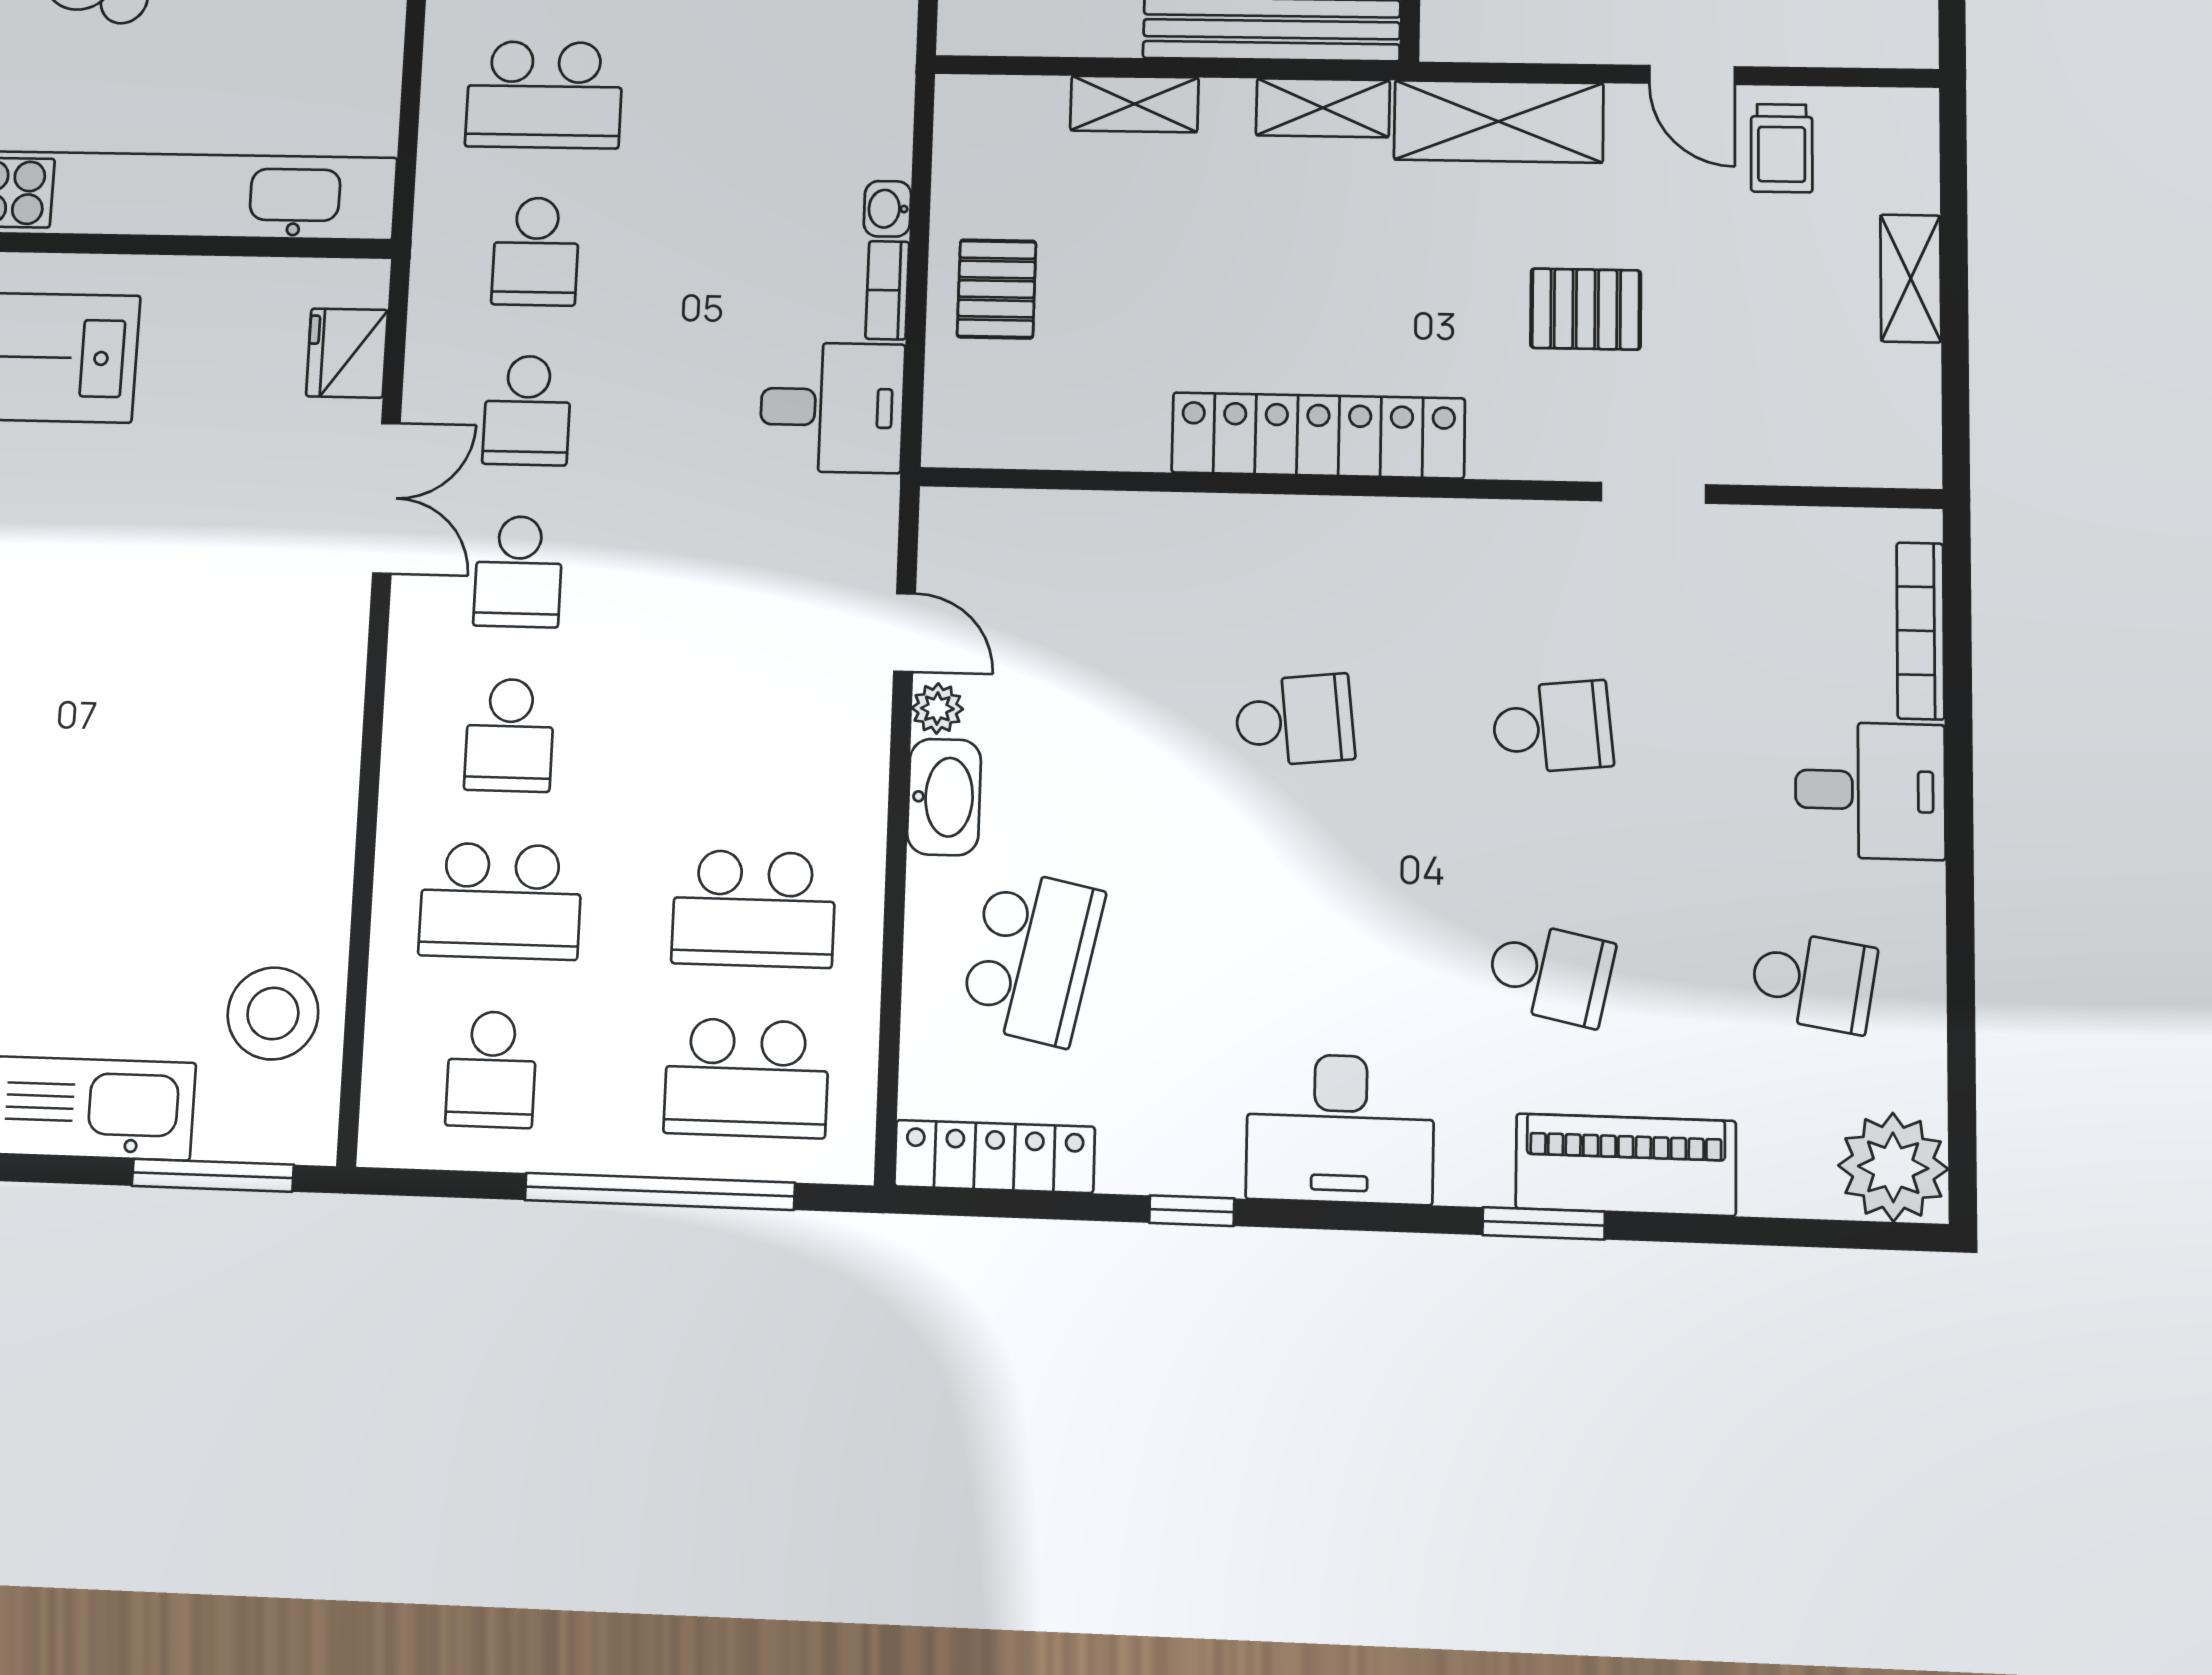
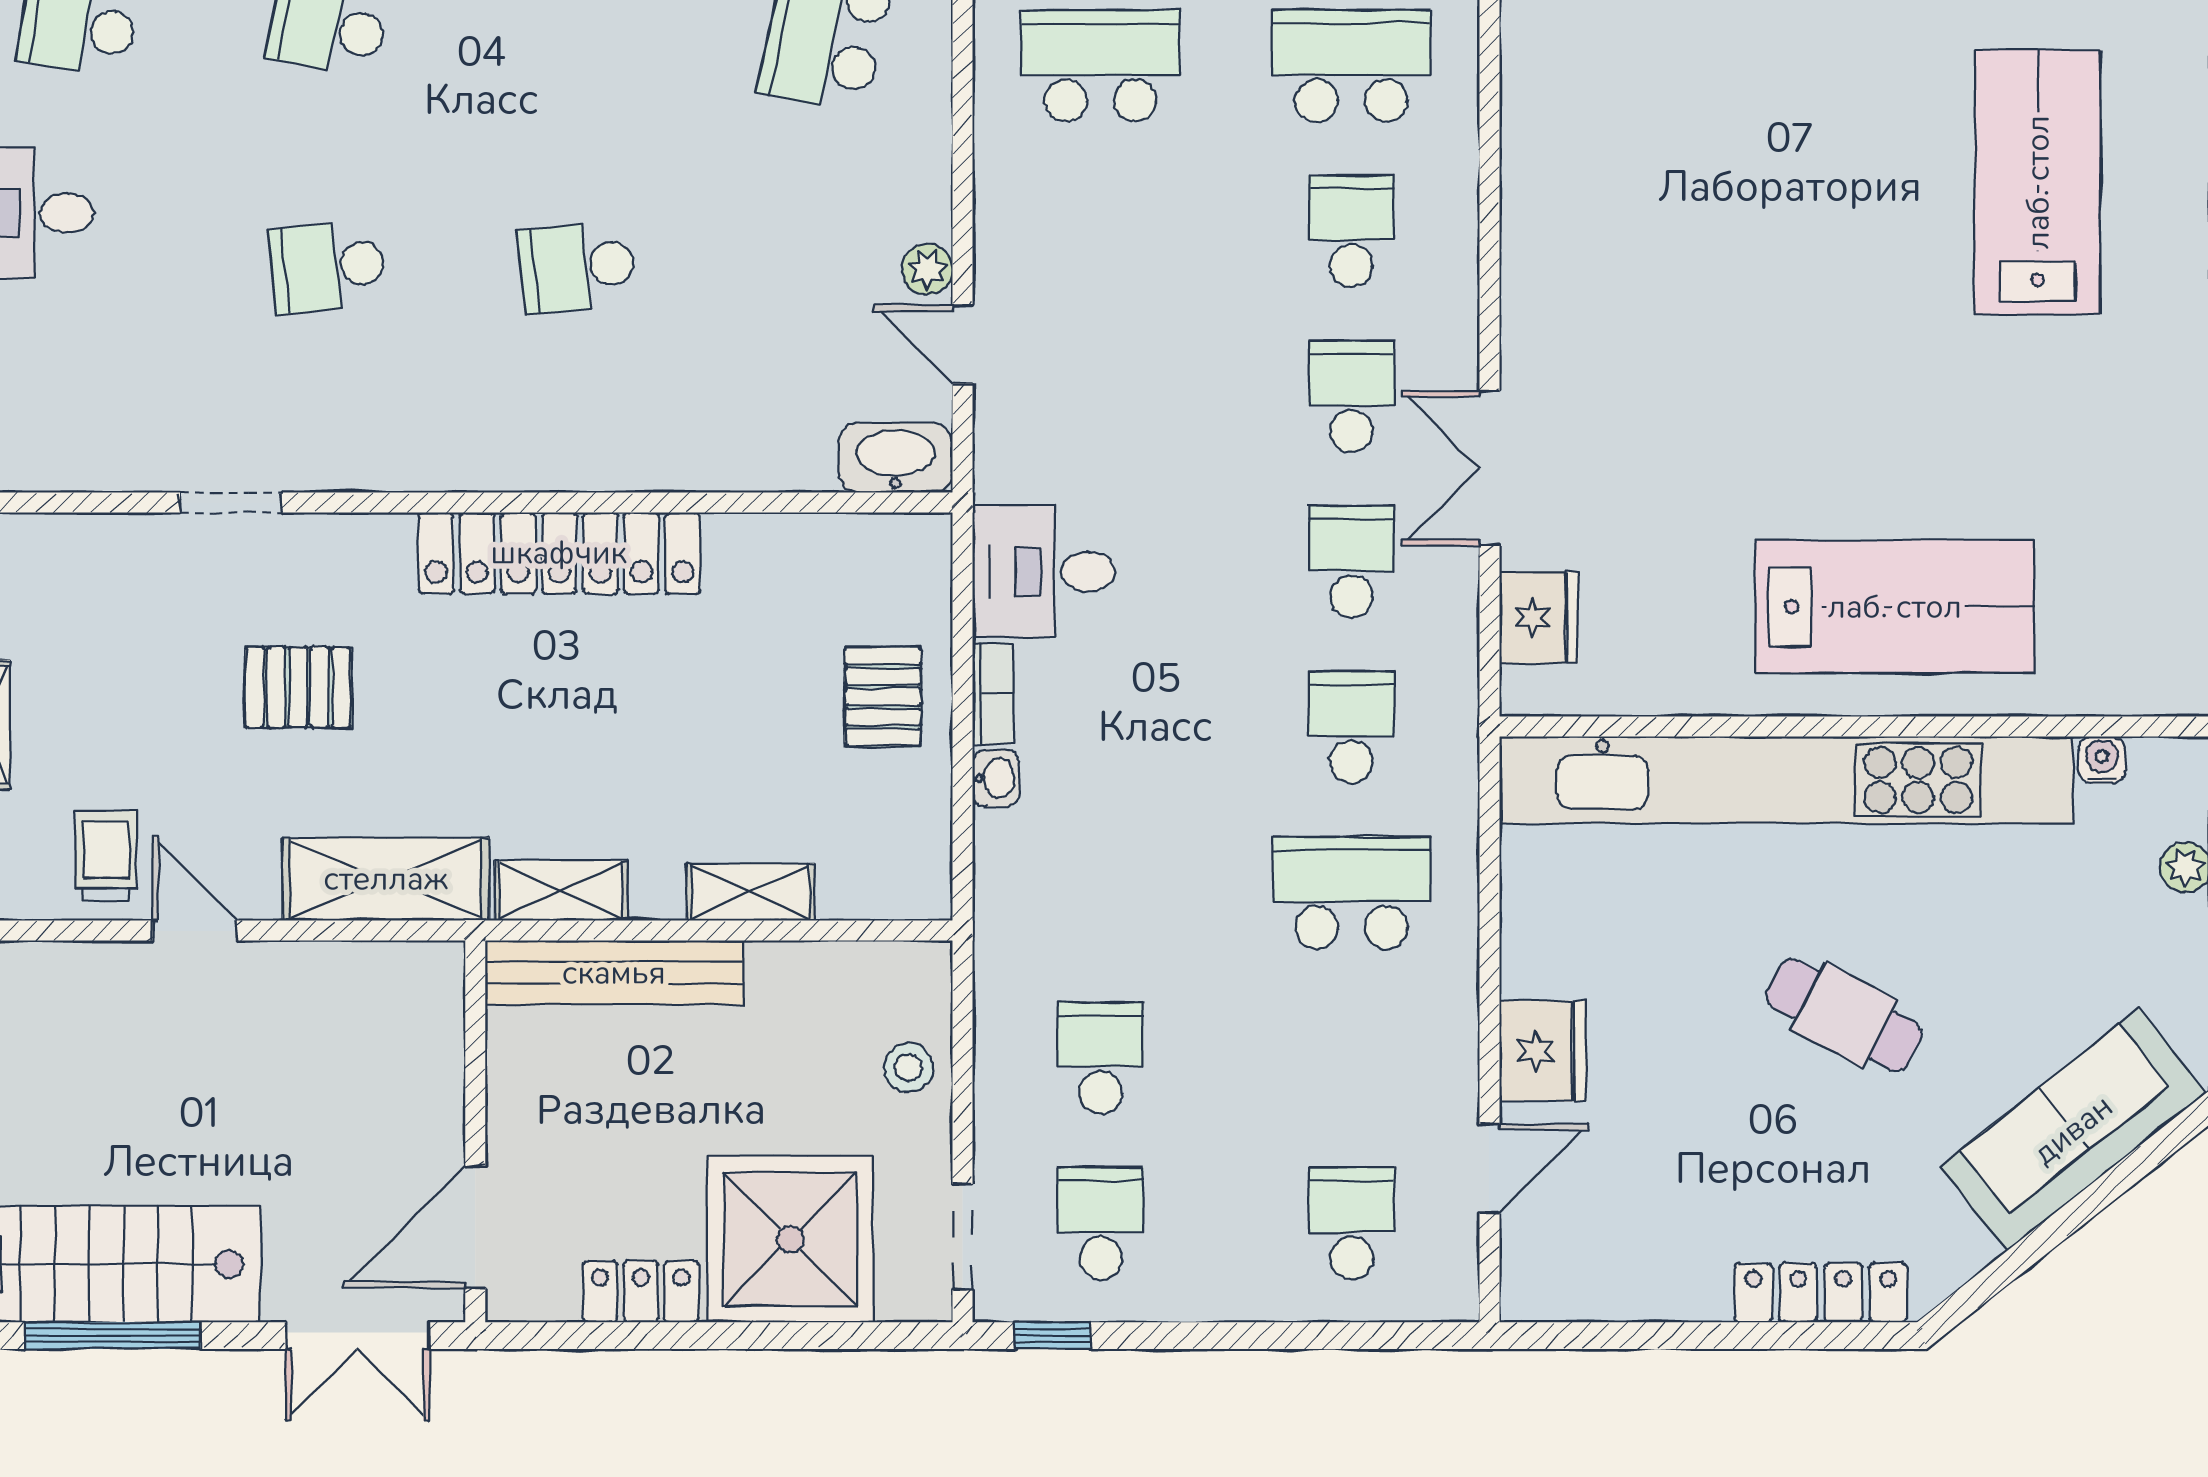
washbasin: (944, 797) -> (895, 458), moved, turned 90

